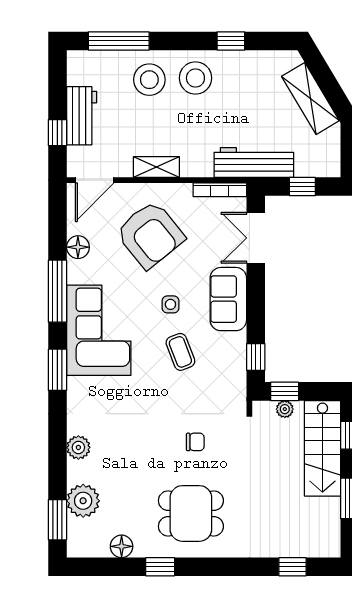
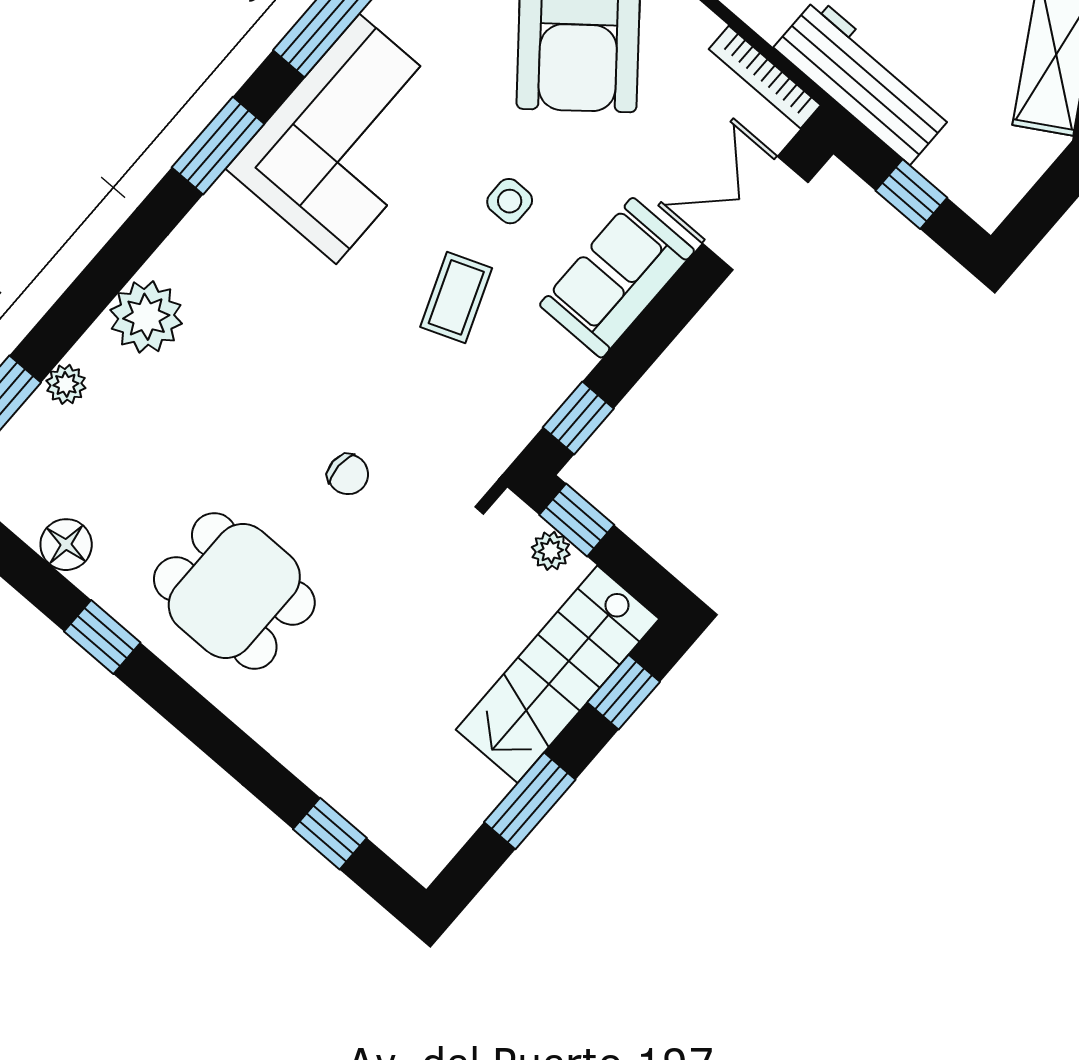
plant: (78, 447) -> (146, 317), width x1.36, depth x1.36
plant: (83, 501) -> (66, 384), width x0.53, depth x0.53

